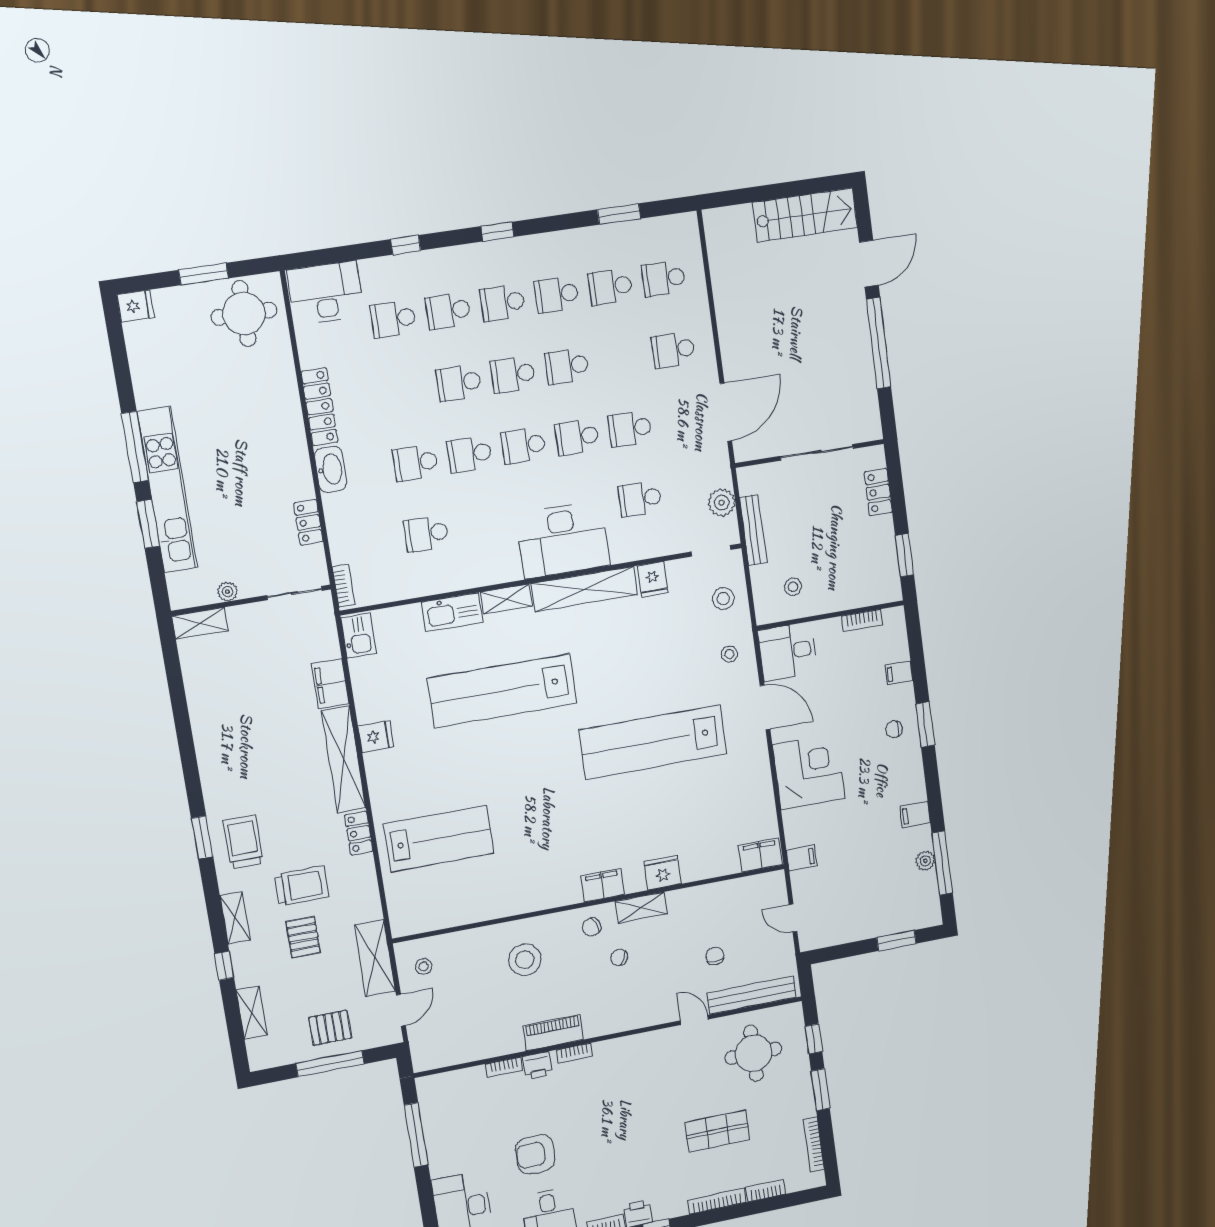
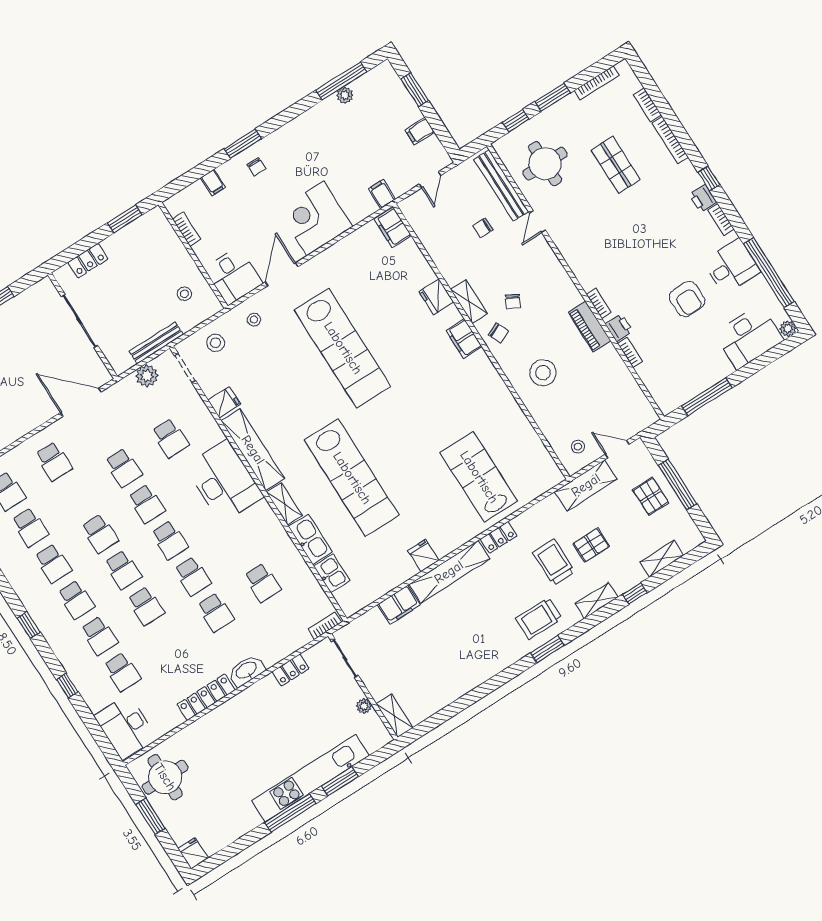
kitchen sink: (358, 636) -> (332, 573), moved, turned 90
filing cabinet: (915, 815) -> (420, 131), moved, turned 90

